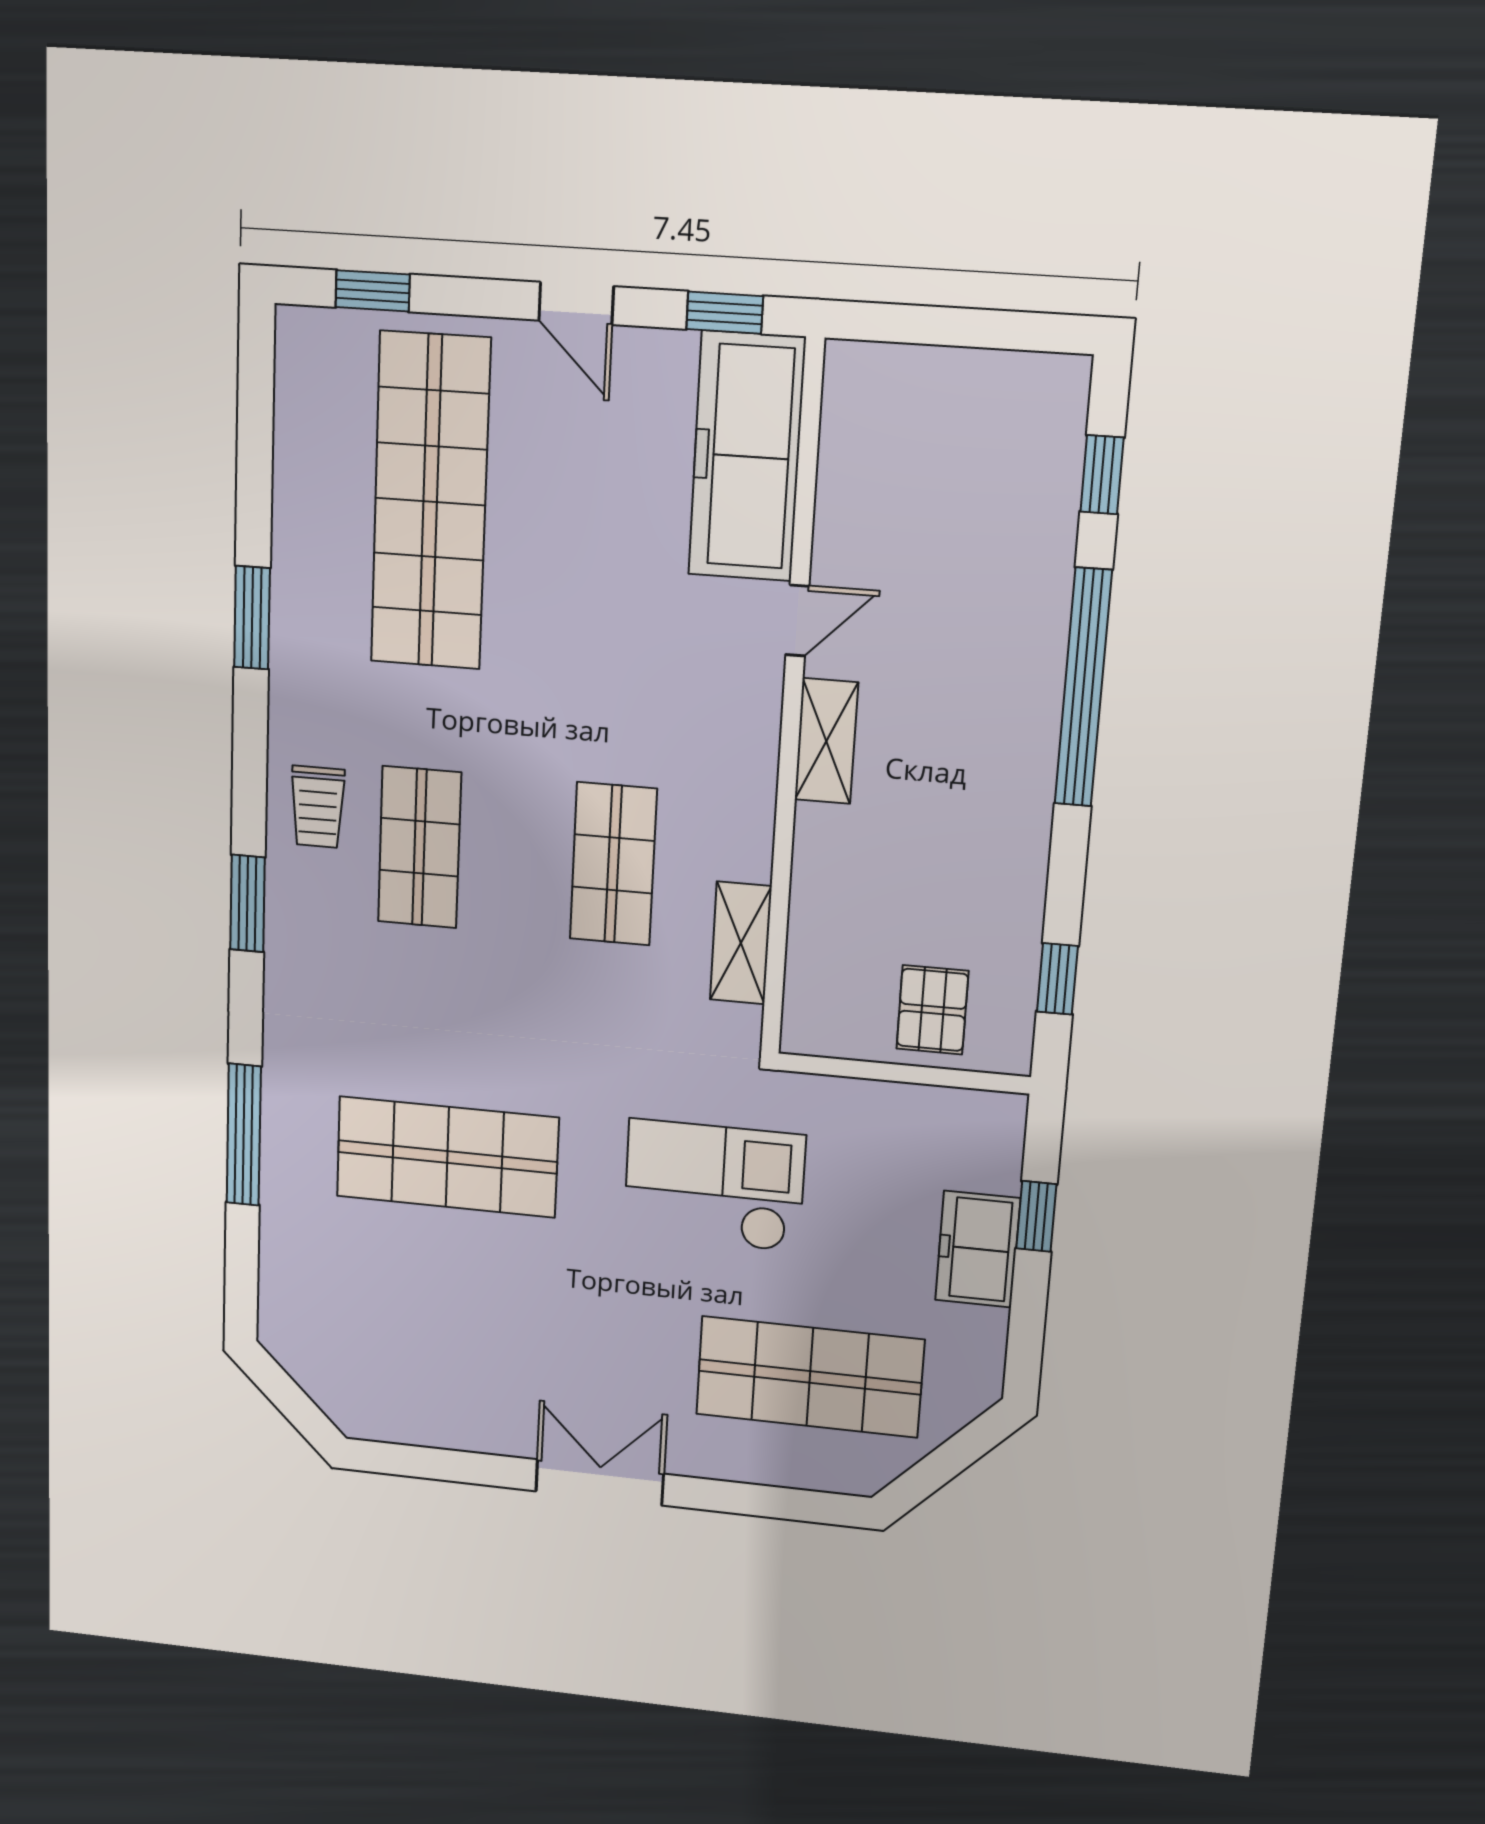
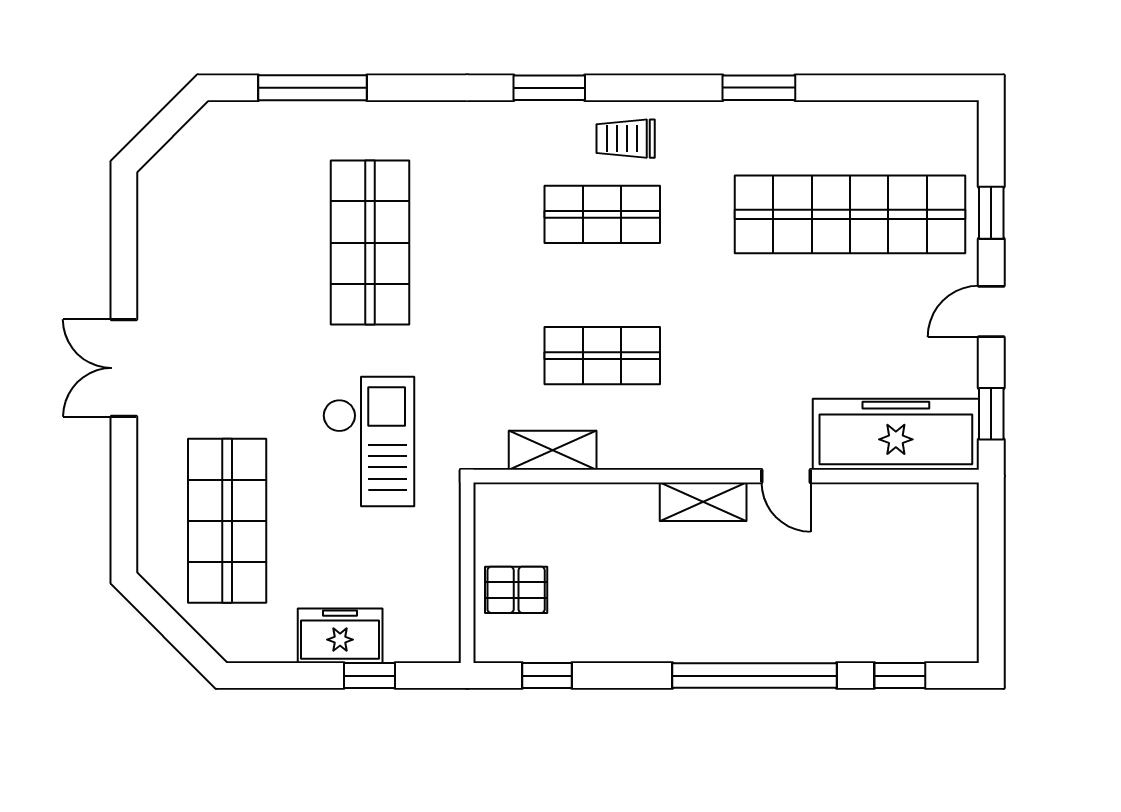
window: (373, 291) -> (991, 213), moved
window: (244, 1135) -> (313, 88), moved
double door: (600, 1482) -> (124, 368), swing flipped

